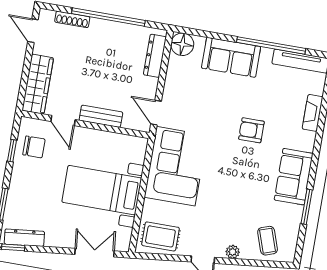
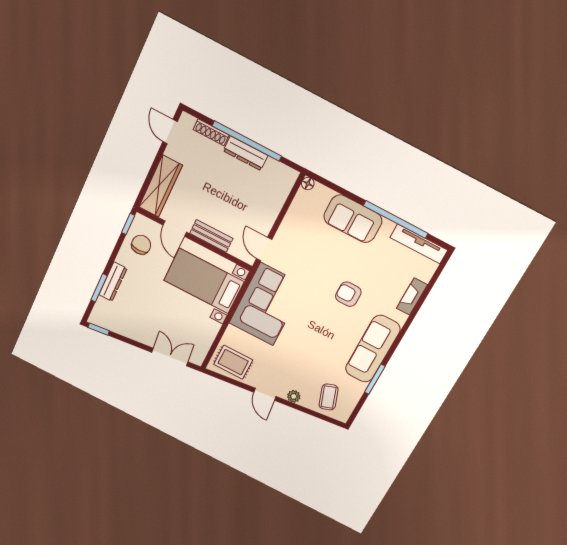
floor lamp: (182, 44) -> (308, 184), width x0.53, depth x0.53
dresser: (155, 56) -> (246, 153), moved, turned -90
chair: (34, 147) -> (141, 245), turned -90
window: (12, 151) -> (128, 224), moved
sofa: (294, 177) -> (373, 349), width x1.36
bed with nightstands: (102, 190) -> (204, 281), moved
dresser: (24, 238) -> (113, 282), moved, turned 96

